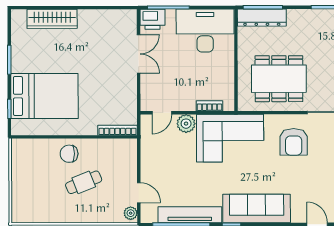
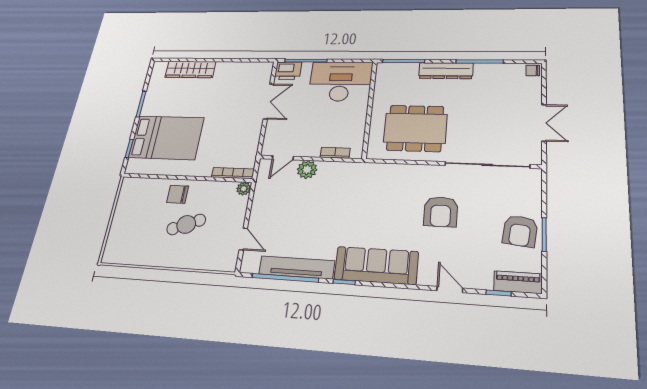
dresser: (262, 18) -> (446, 71), moved
corner sofa: (230, 138) -> (354, 186), removed
armchair: (294, 142) -> (441, 212), moved
plant: (131, 213) -> (244, 189), moved

